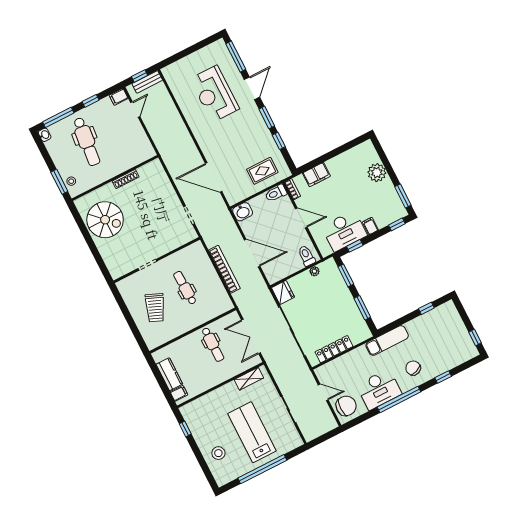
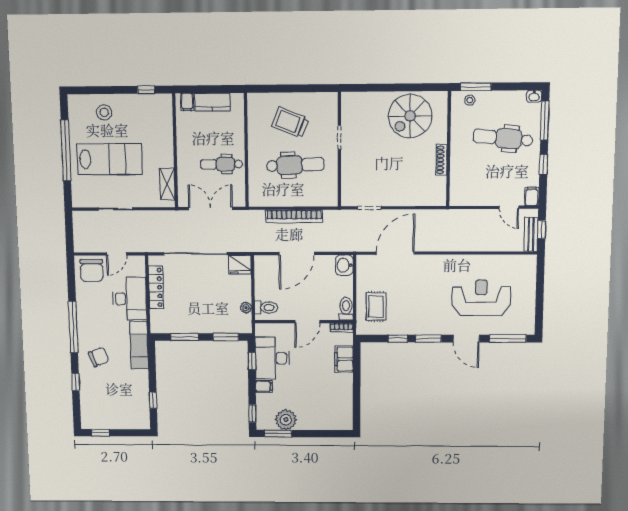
plant: (377, 173) -> (286, 420), moved
dental chair: (185, 288) -> (295, 165), width x1.36, depth x1.38
desk: (379, 389) -> (129, 299), moved, turned 180

